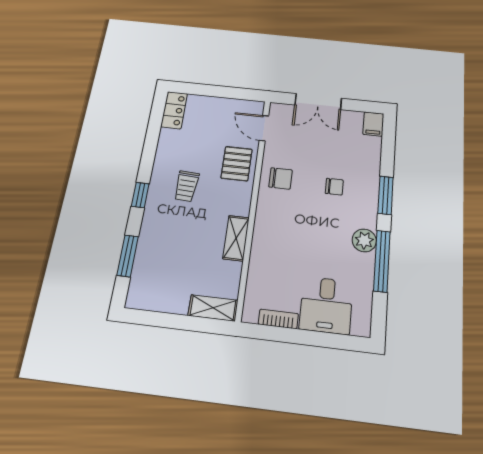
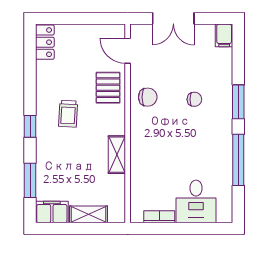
plant: (364, 240) -> (223, 144), removed
filing cabinet: (146, 297) -> (52, 212), added
shelving: (213, 308) -> (88, 214), moved

